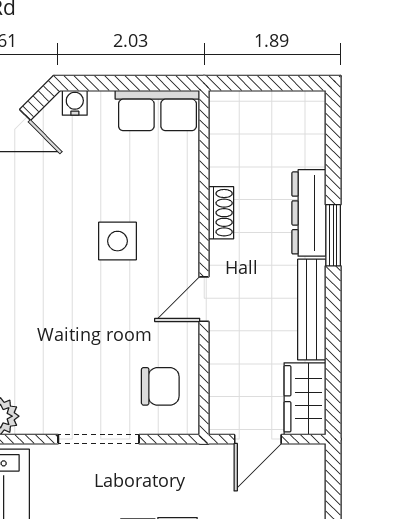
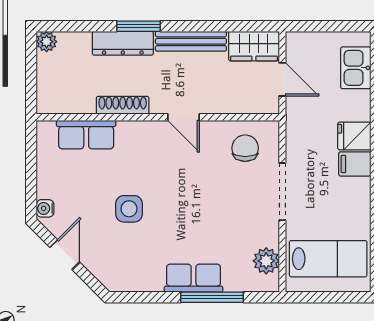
plant: (311, 105) -> (47, 42), added
row of seats: (157, 110) -> (86, 135), moved, turned 90
shoe rack: (221, 213) -> (123, 105), width x1.43
side table: (117, 241) -> (129, 209), moved

